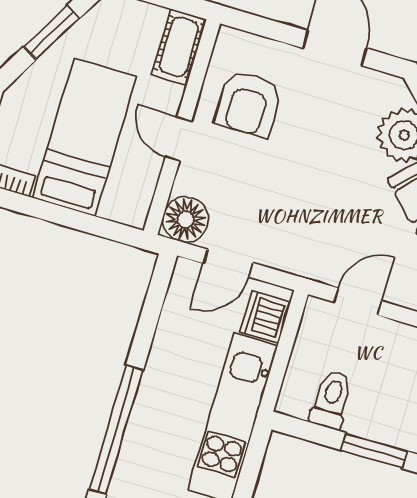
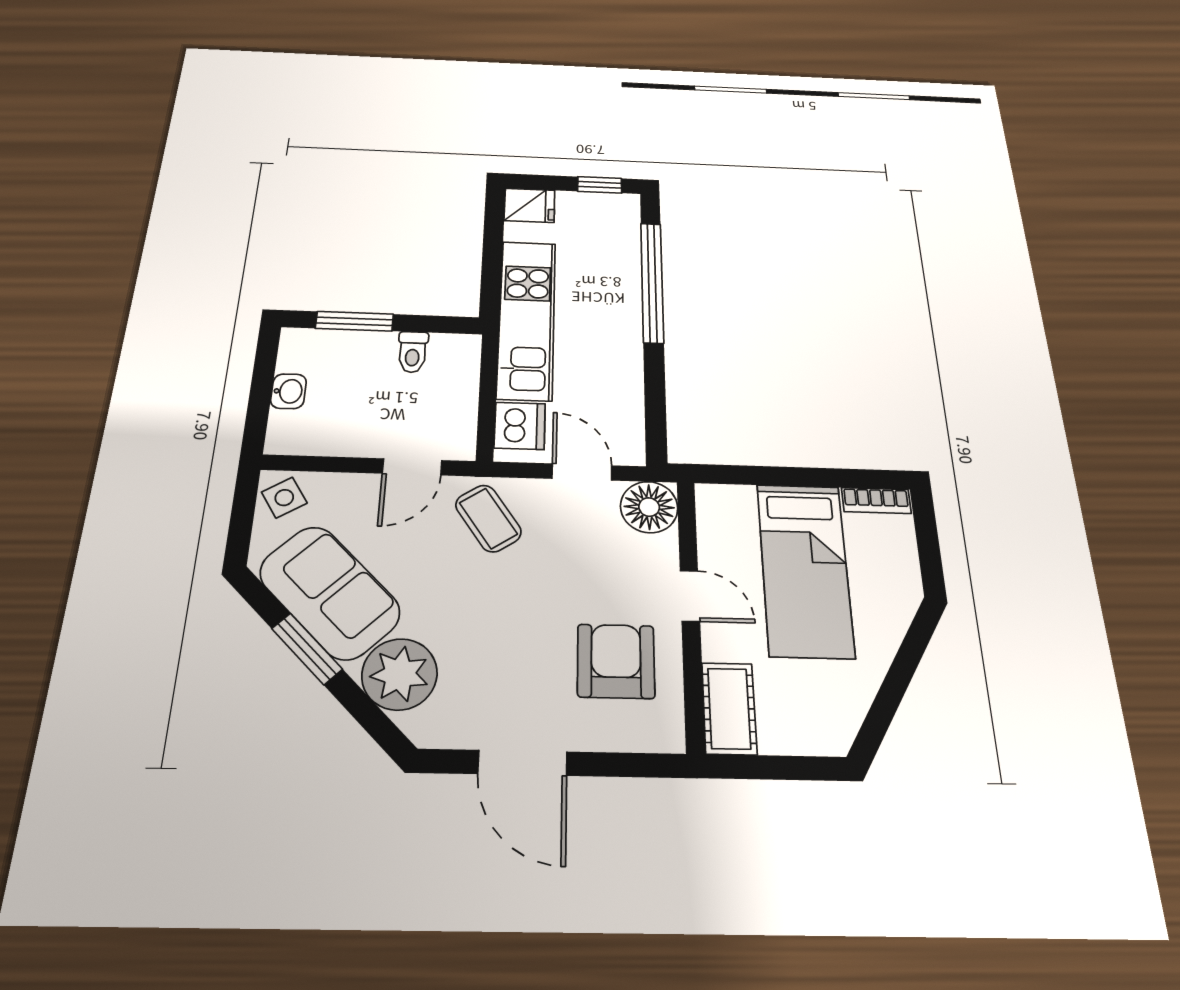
window: (52, 32) -> (896, 683), removed
coffee table: (311, 242) -> (488, 518), added
door: (228, 263) -> (582, 472), hinge flipped
toilet: (331, 400) -> (413, 352), width x0.73, depth x0.72

